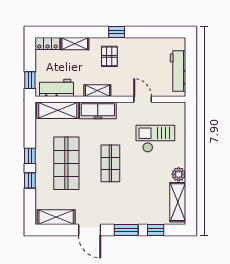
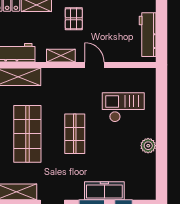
door: (143, 99) -> (94, 65), moved
freezer: (98, 110) -> (104, 191), moved, turned 180
shelving: (178, 202) -> (147, 176), removed

